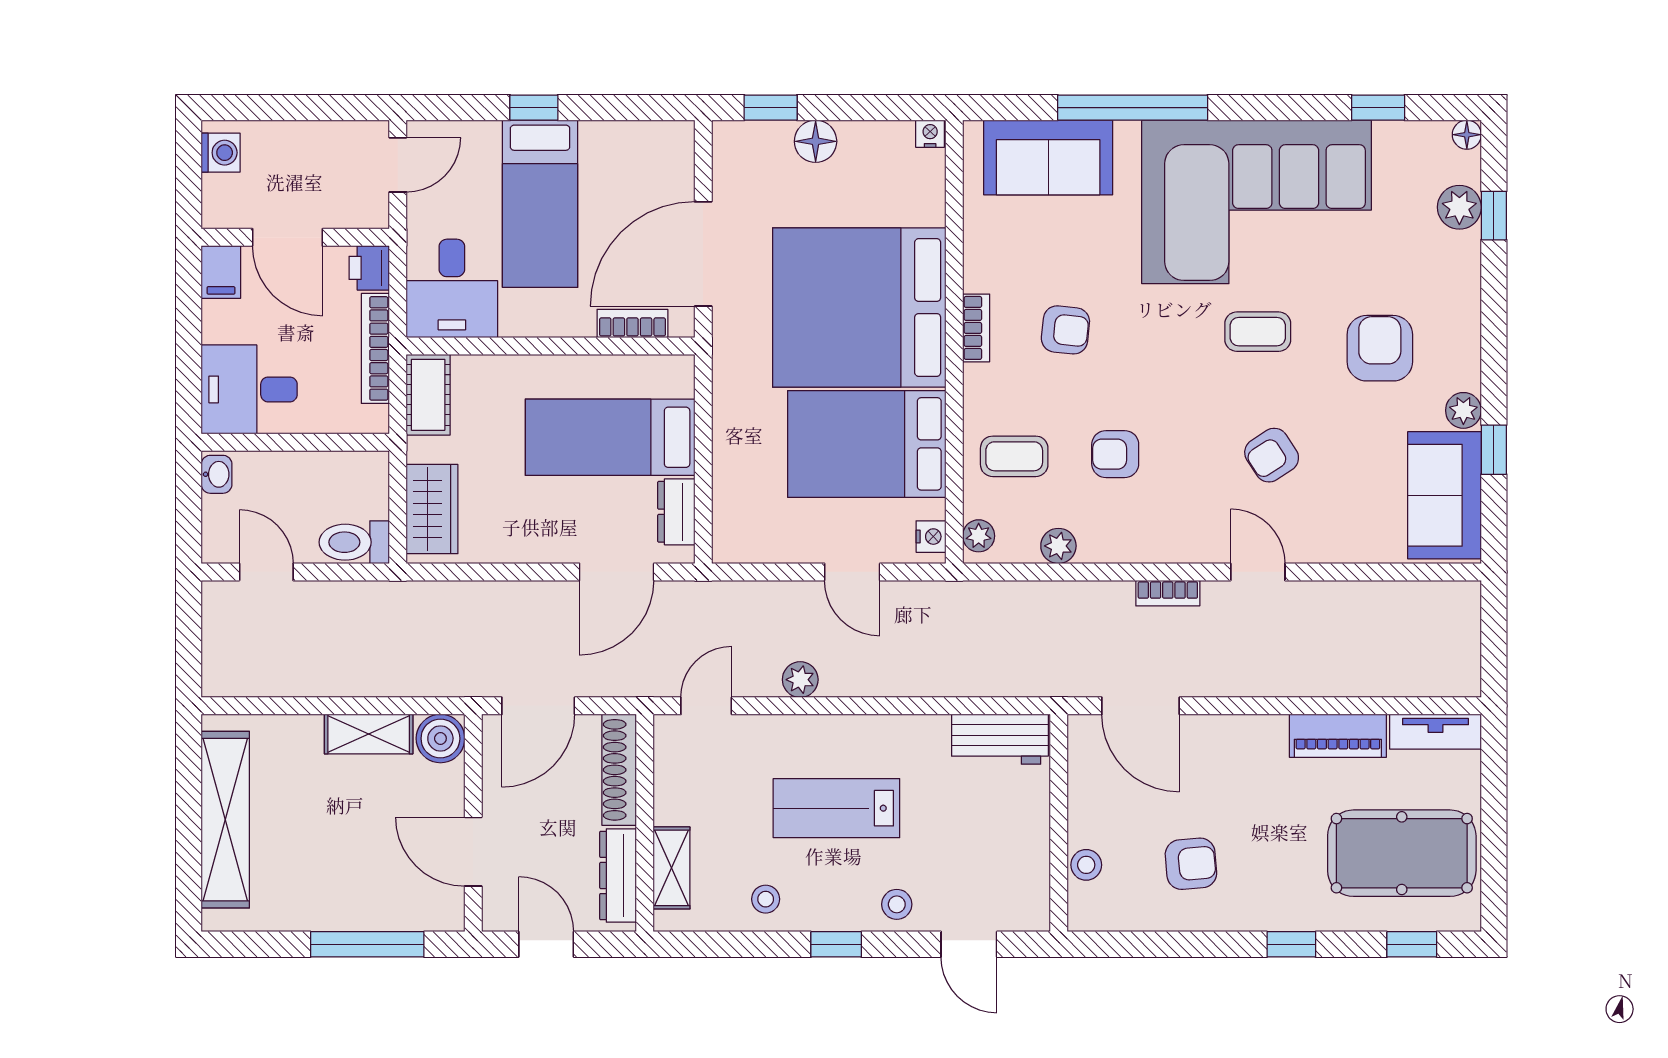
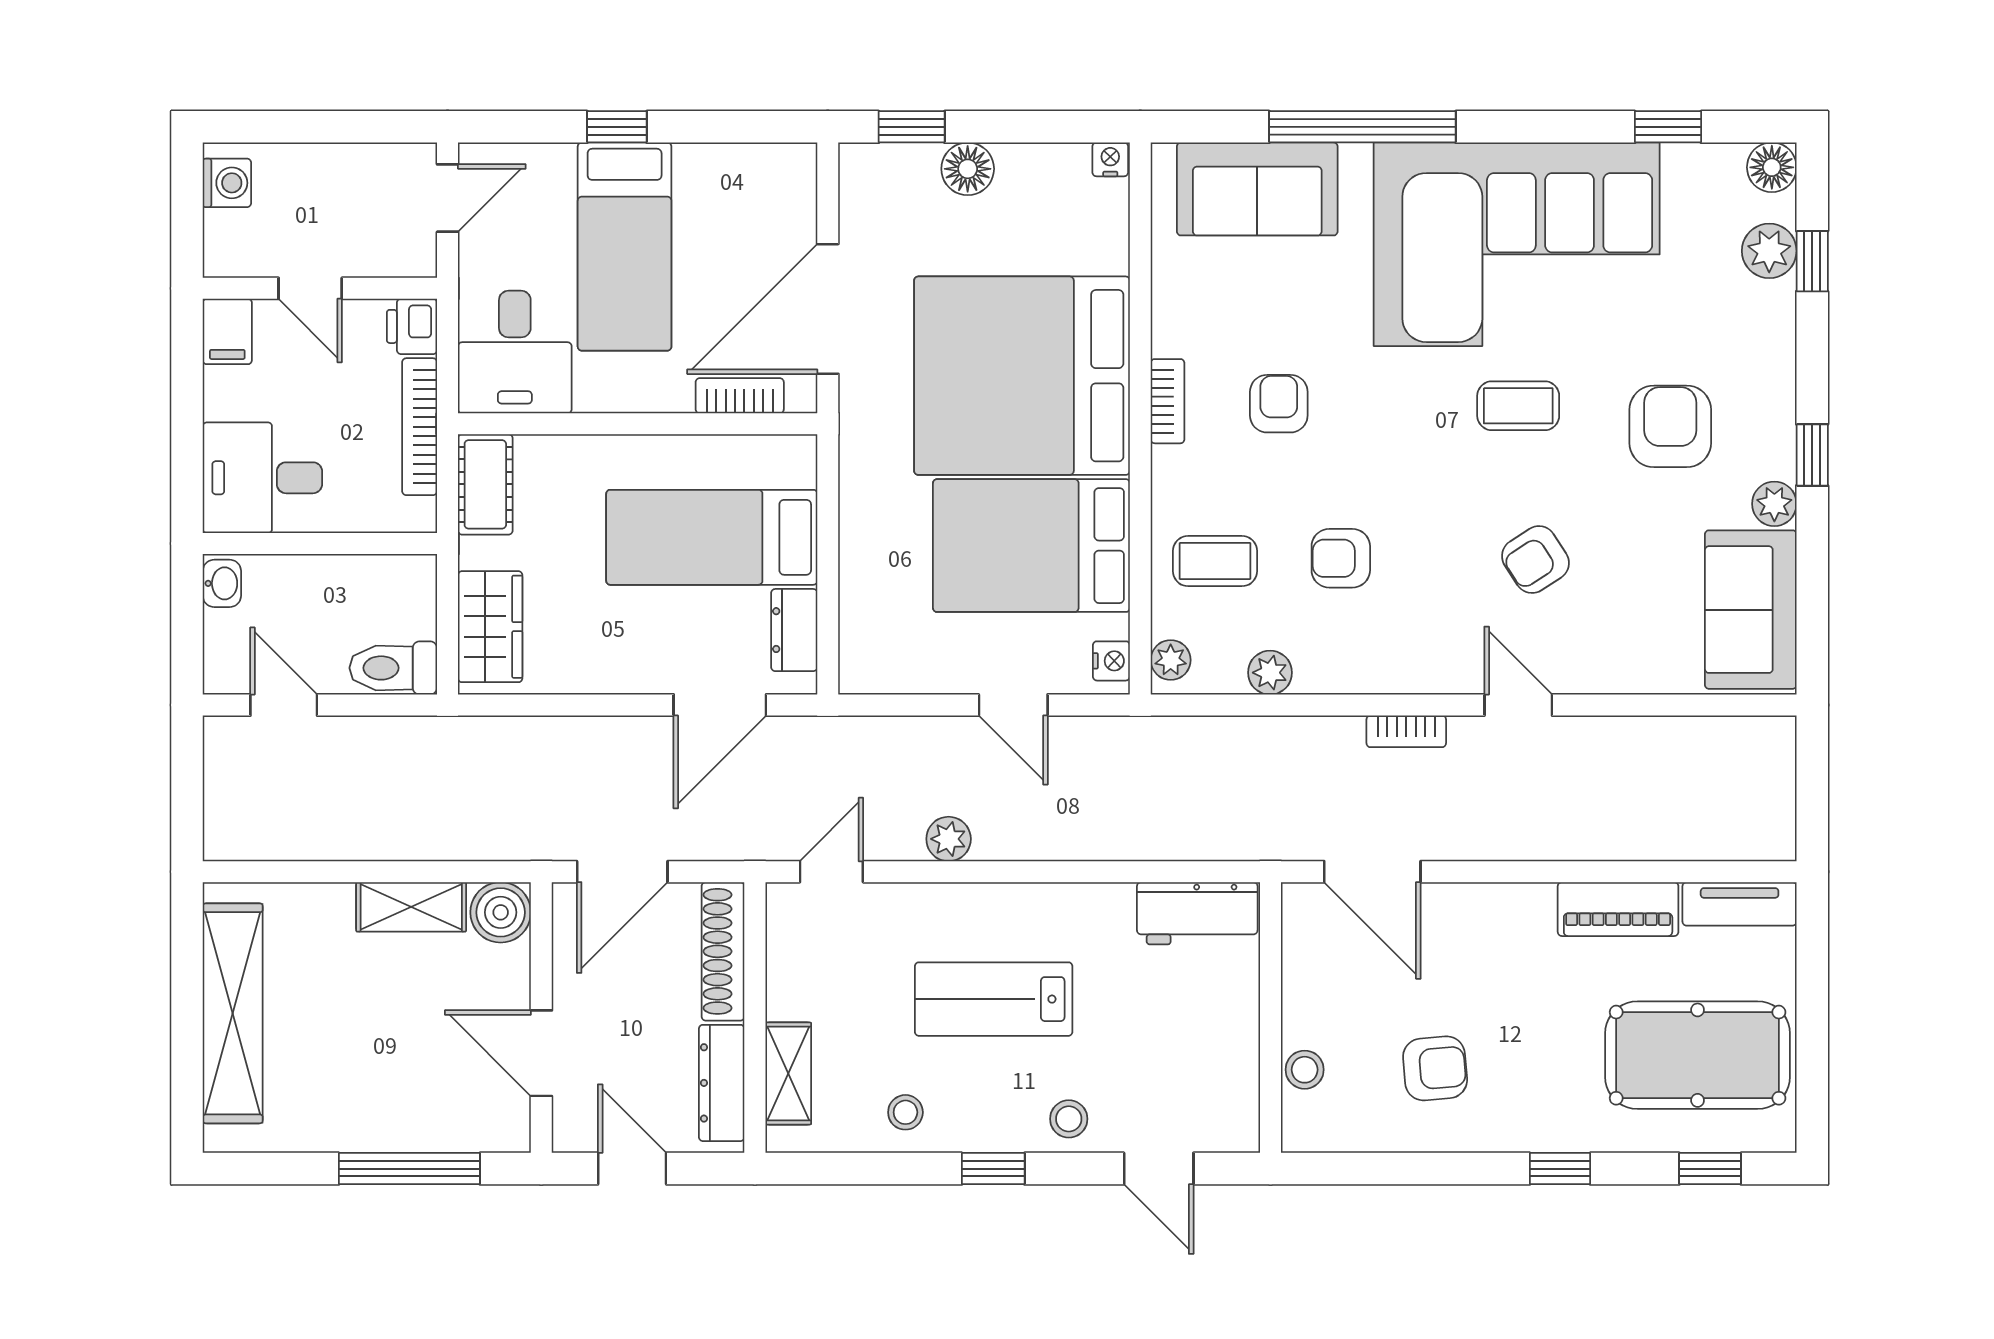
floor lamp: (1467, 135) -> (1772, 167), width x1.37, depth x1.37
door: (288, 237) -> (310, 288), width x0.73
armchair: (1065, 330) -> (1279, 404), turned -96
window: (1494, 450) -> (1812, 455), moved

